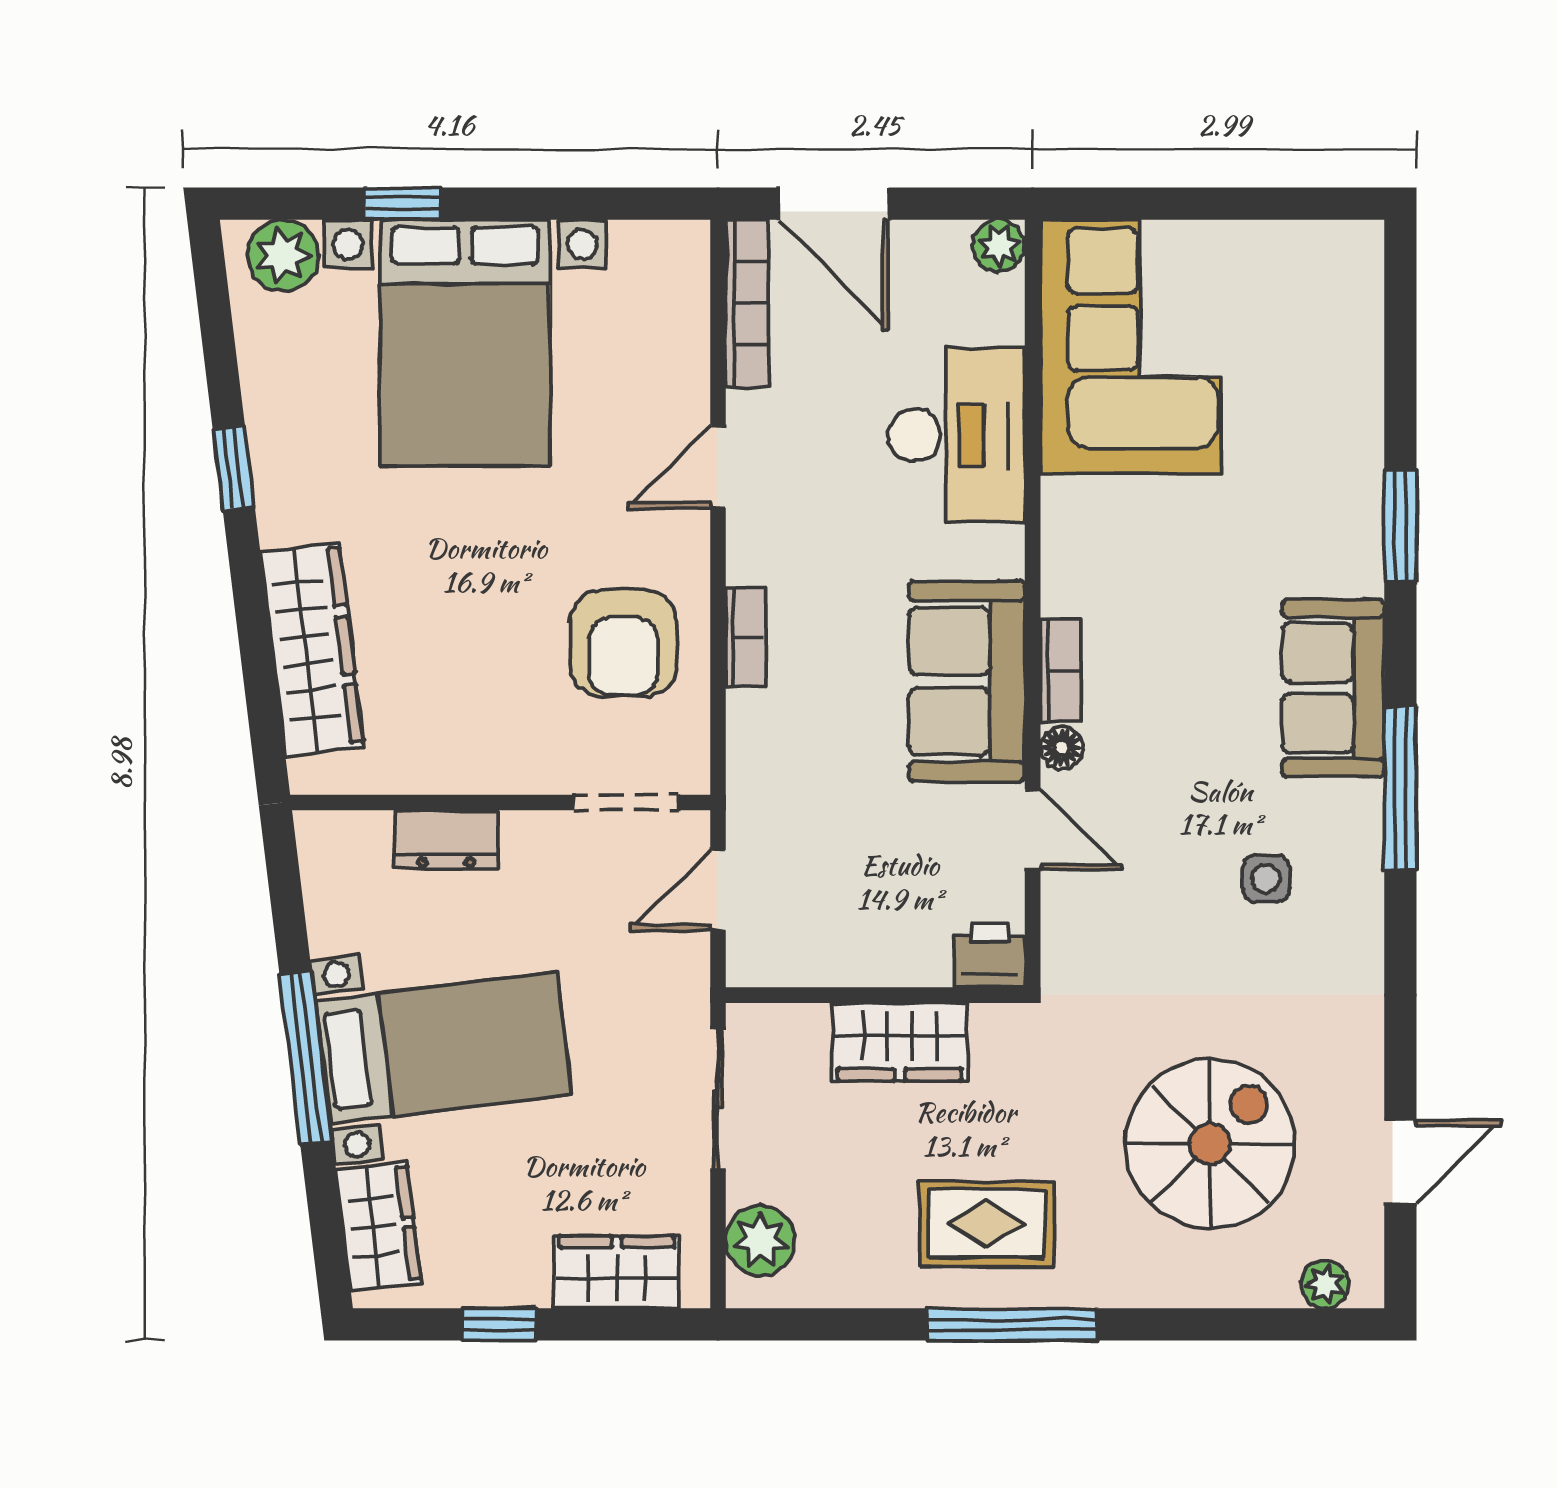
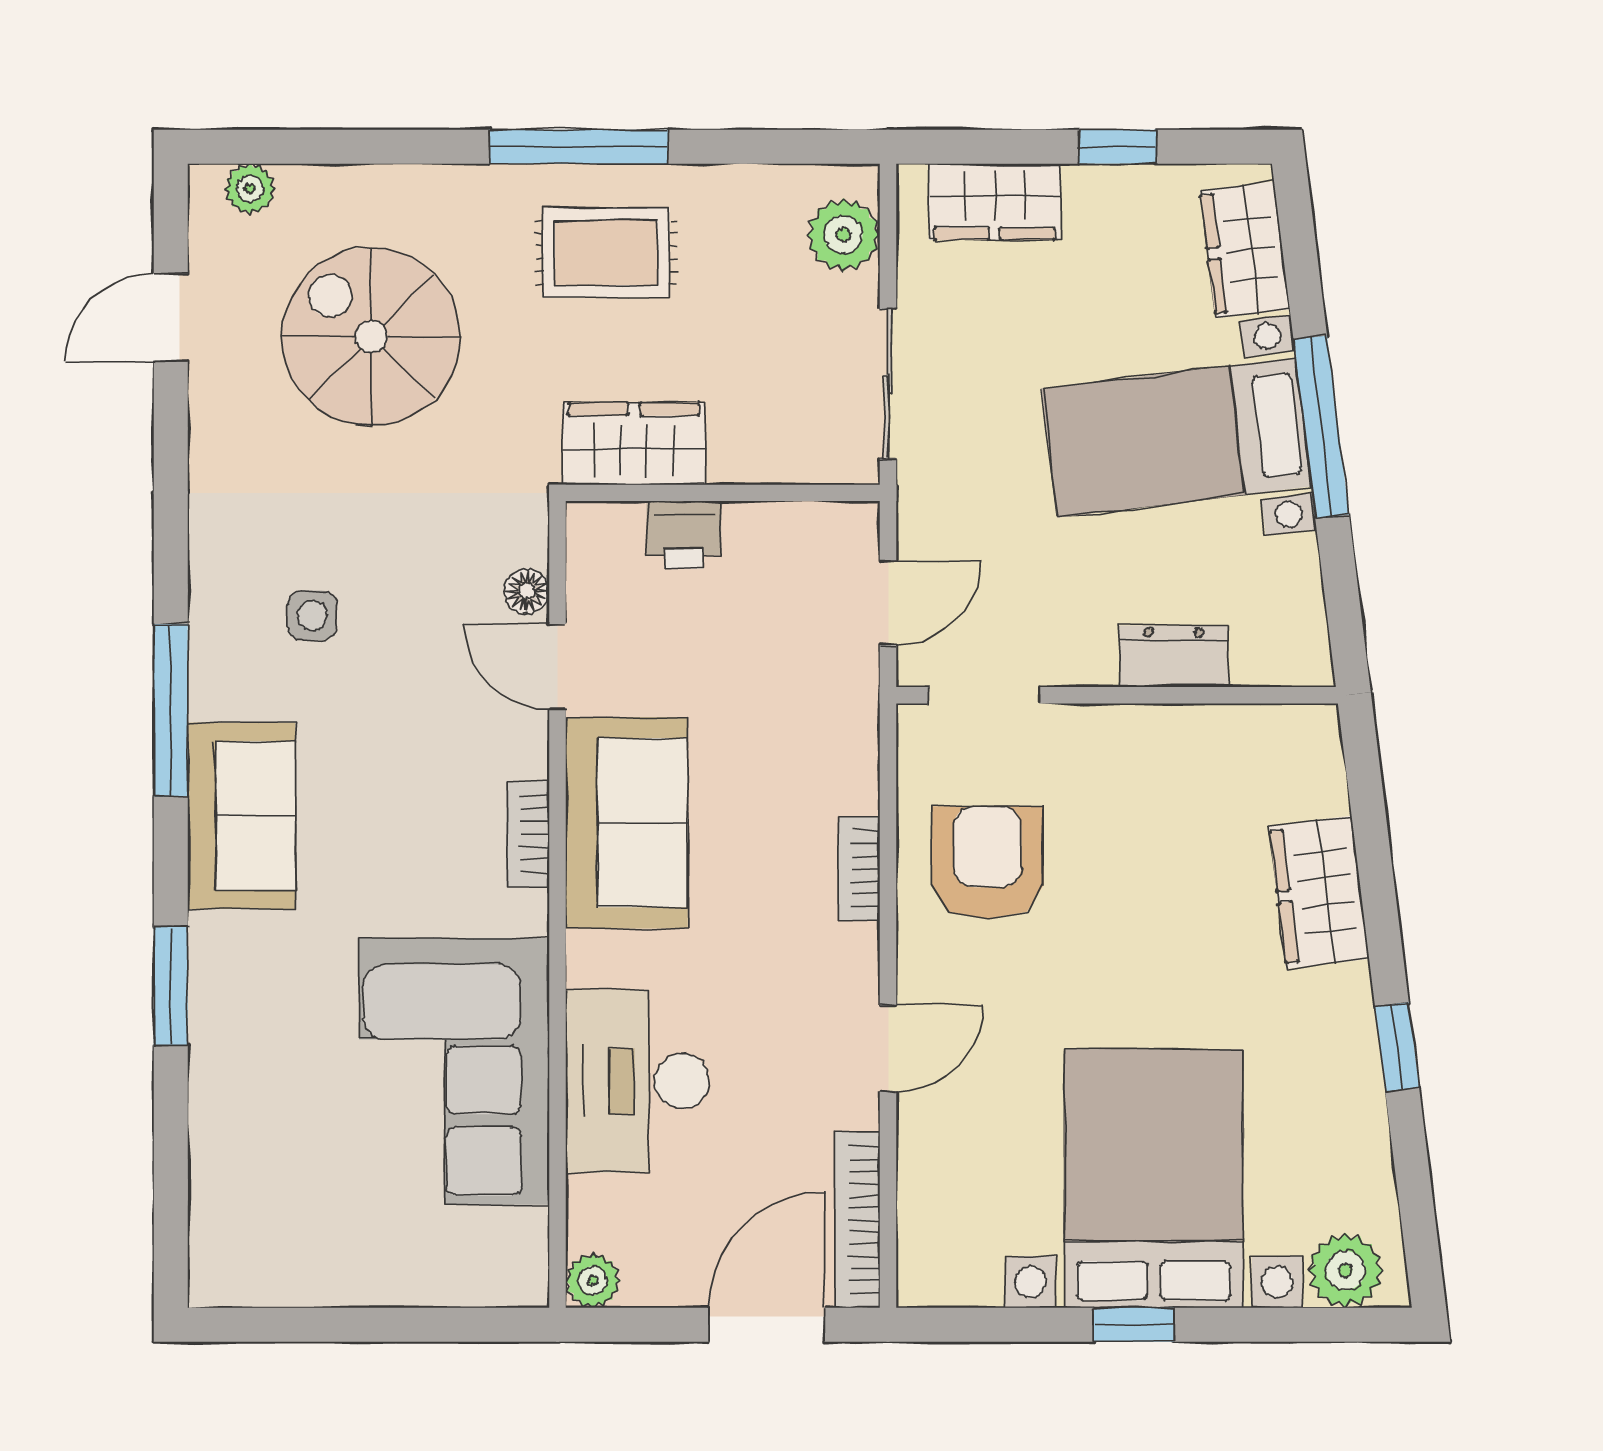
window: (402, 204) -> (1134, 1325), moved
door: (834, 204) -> (767, 1325), hinge flipped
corner sofa: (1131, 346) -> (454, 1071), moved
wardrobe: (312, 649) -> (1319, 892), width x0.67
floor lamp: (1062, 748) -> (527, 591), moved
printer: (989, 955) -> (684, 535), moved
wardrobe: (900, 1042) -> (634, 444), moved
spiral stairs: (1210, 1144) -> (371, 337), turned 90

